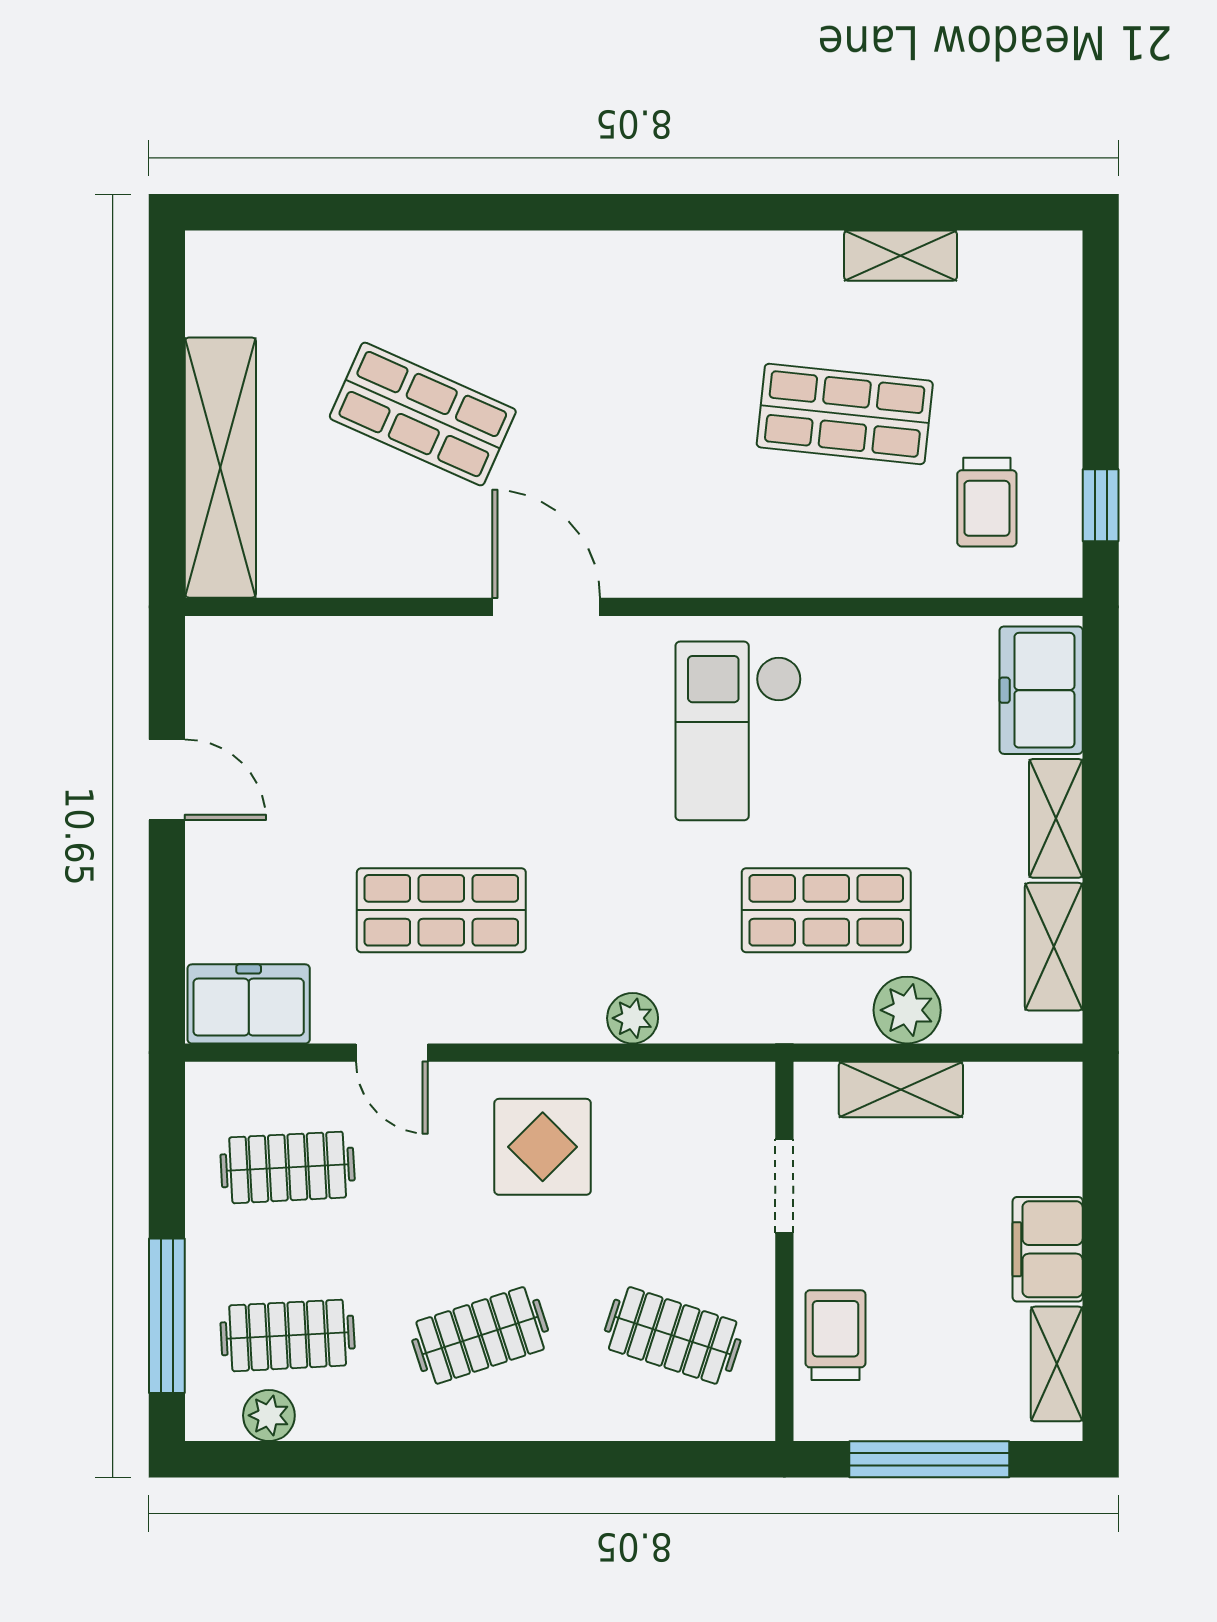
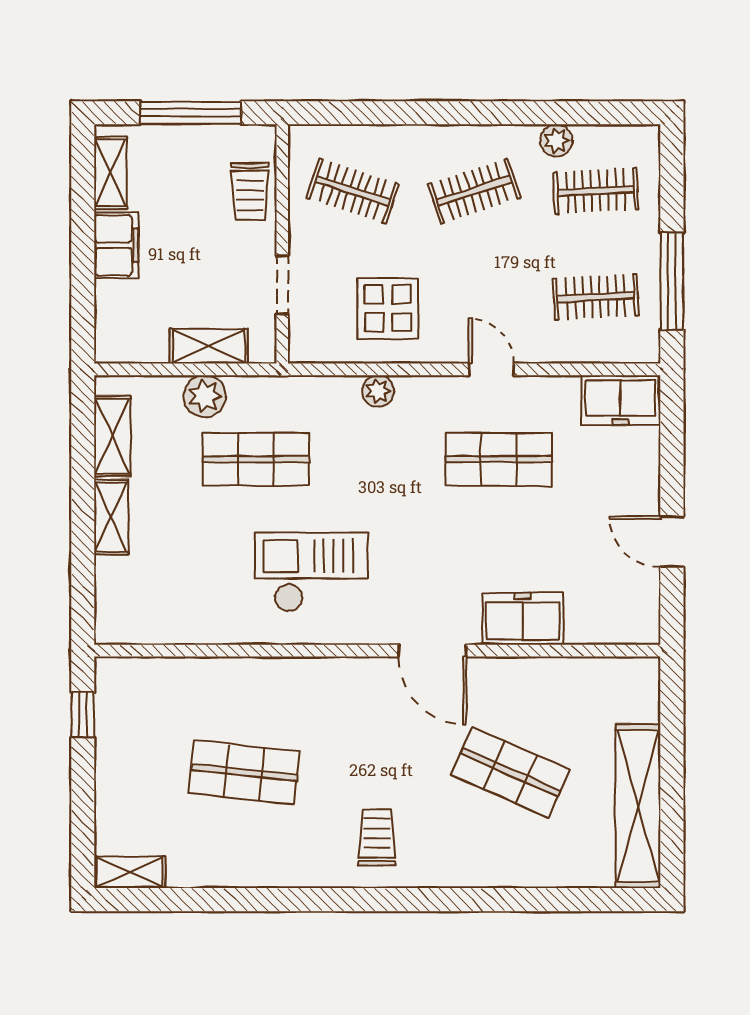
shelving: (901, 256) -> (130, 872), moved
shelving: (220, 468) -> (638, 806), moved
trolley: (987, 502) -> (377, 837), moved
freezer: (1041, 690) -> (523, 619), moved, turned -90
checkout: (738, 731) -> (311, 572), turned -90
door: (392, 1053) -> (491, 369), moved
display table: (543, 1147) -> (388, 308), moved
window: (167, 1316) -> (672, 281), moved
plant: (269, 1415) -> (556, 140), moved

